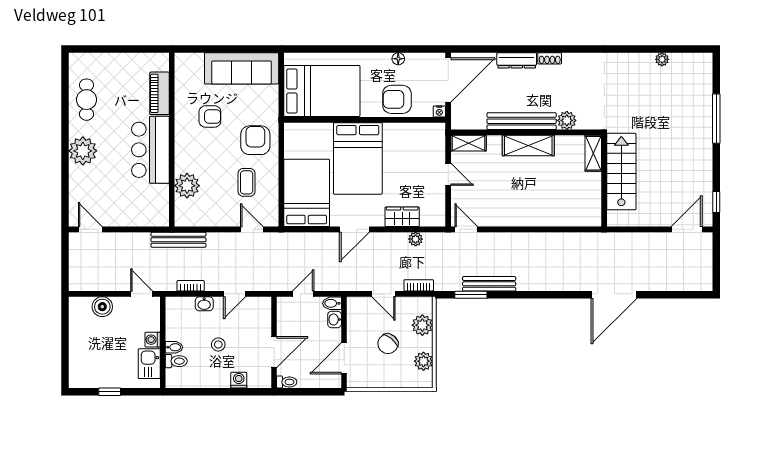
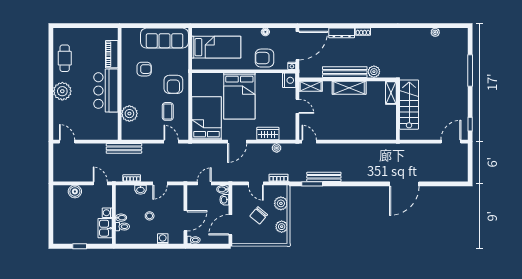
bed: (322, 91) -> (216, 47), width x0.67
nightstand: (435, 134) -> (289, 80), added
armchair: (255, 140) -> (173, 84), turned 180

